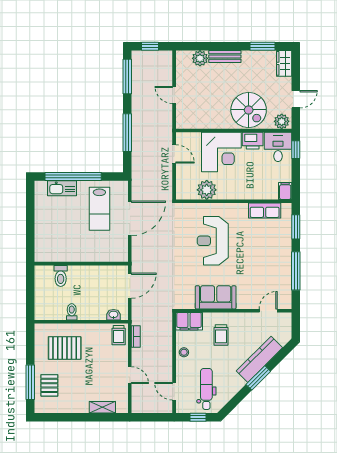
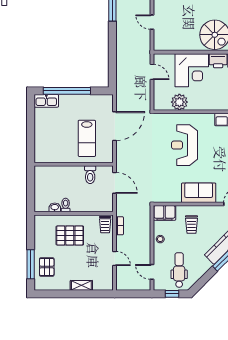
window: (127, 133) -> (112, 54), removed
kitchen sink: (62, 188) -> (46, 101), moved
lab bench: (99, 209) -> (87, 138), moved
toilet: (61, 276) -> (90, 175), moved
door: (130, 286) -> (115, 183), hinge flipped
sofa: (216, 297) -> (199, 193), moved
washbasin: (113, 315) -> (55, 207), moved
pallet: (65, 348) -> (70, 235), moved
shelving: (102, 407) -> (81, 285), moved

